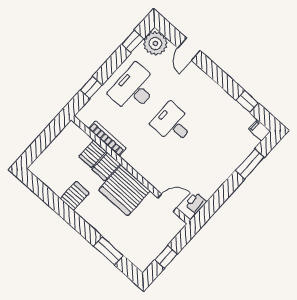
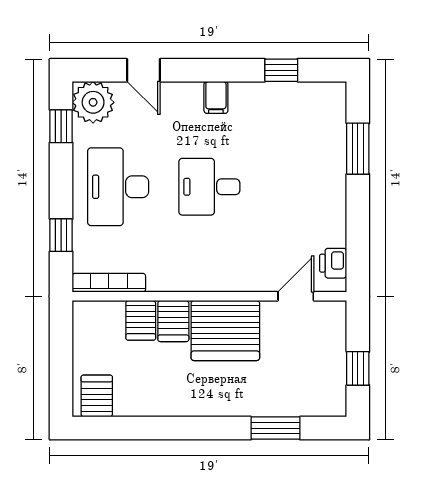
filing cabinet: (259, 130) -> (216, 97), moved, turned -90
bookcase: (107, 138) -> (109, 283), moved
server rack: (75, 196) -> (97, 396), moved

